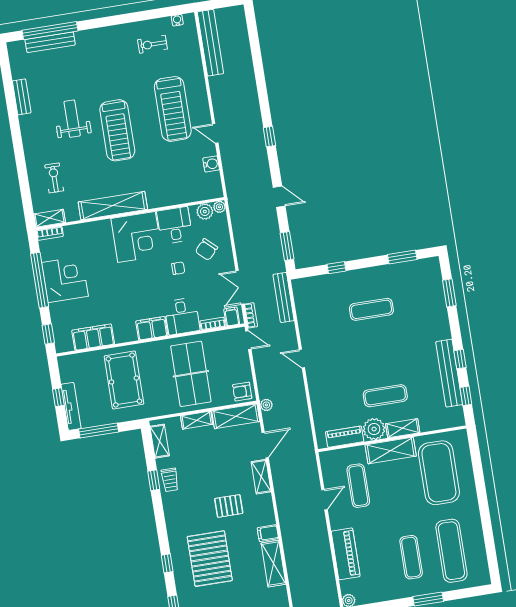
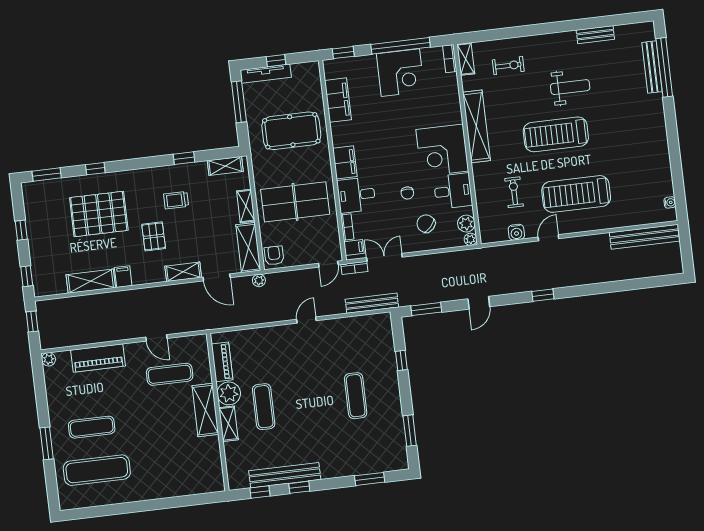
exercise bike: (152, 44) -> (514, 192), moved
exercise mat: (439, 473) -> (180, 460), removed
trolley: (170, 480) -> (176, 200), moved

